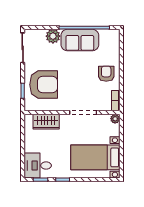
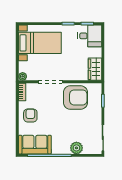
sofa: (80, 40) -> (35, 145), moved
armchair: (106, 74) -> (30, 115), turned 180
armchair: (44, 85) -> (75, 97), moved, turned 180
wardrobe: (46, 122) -> (95, 69), moved, turned -90

